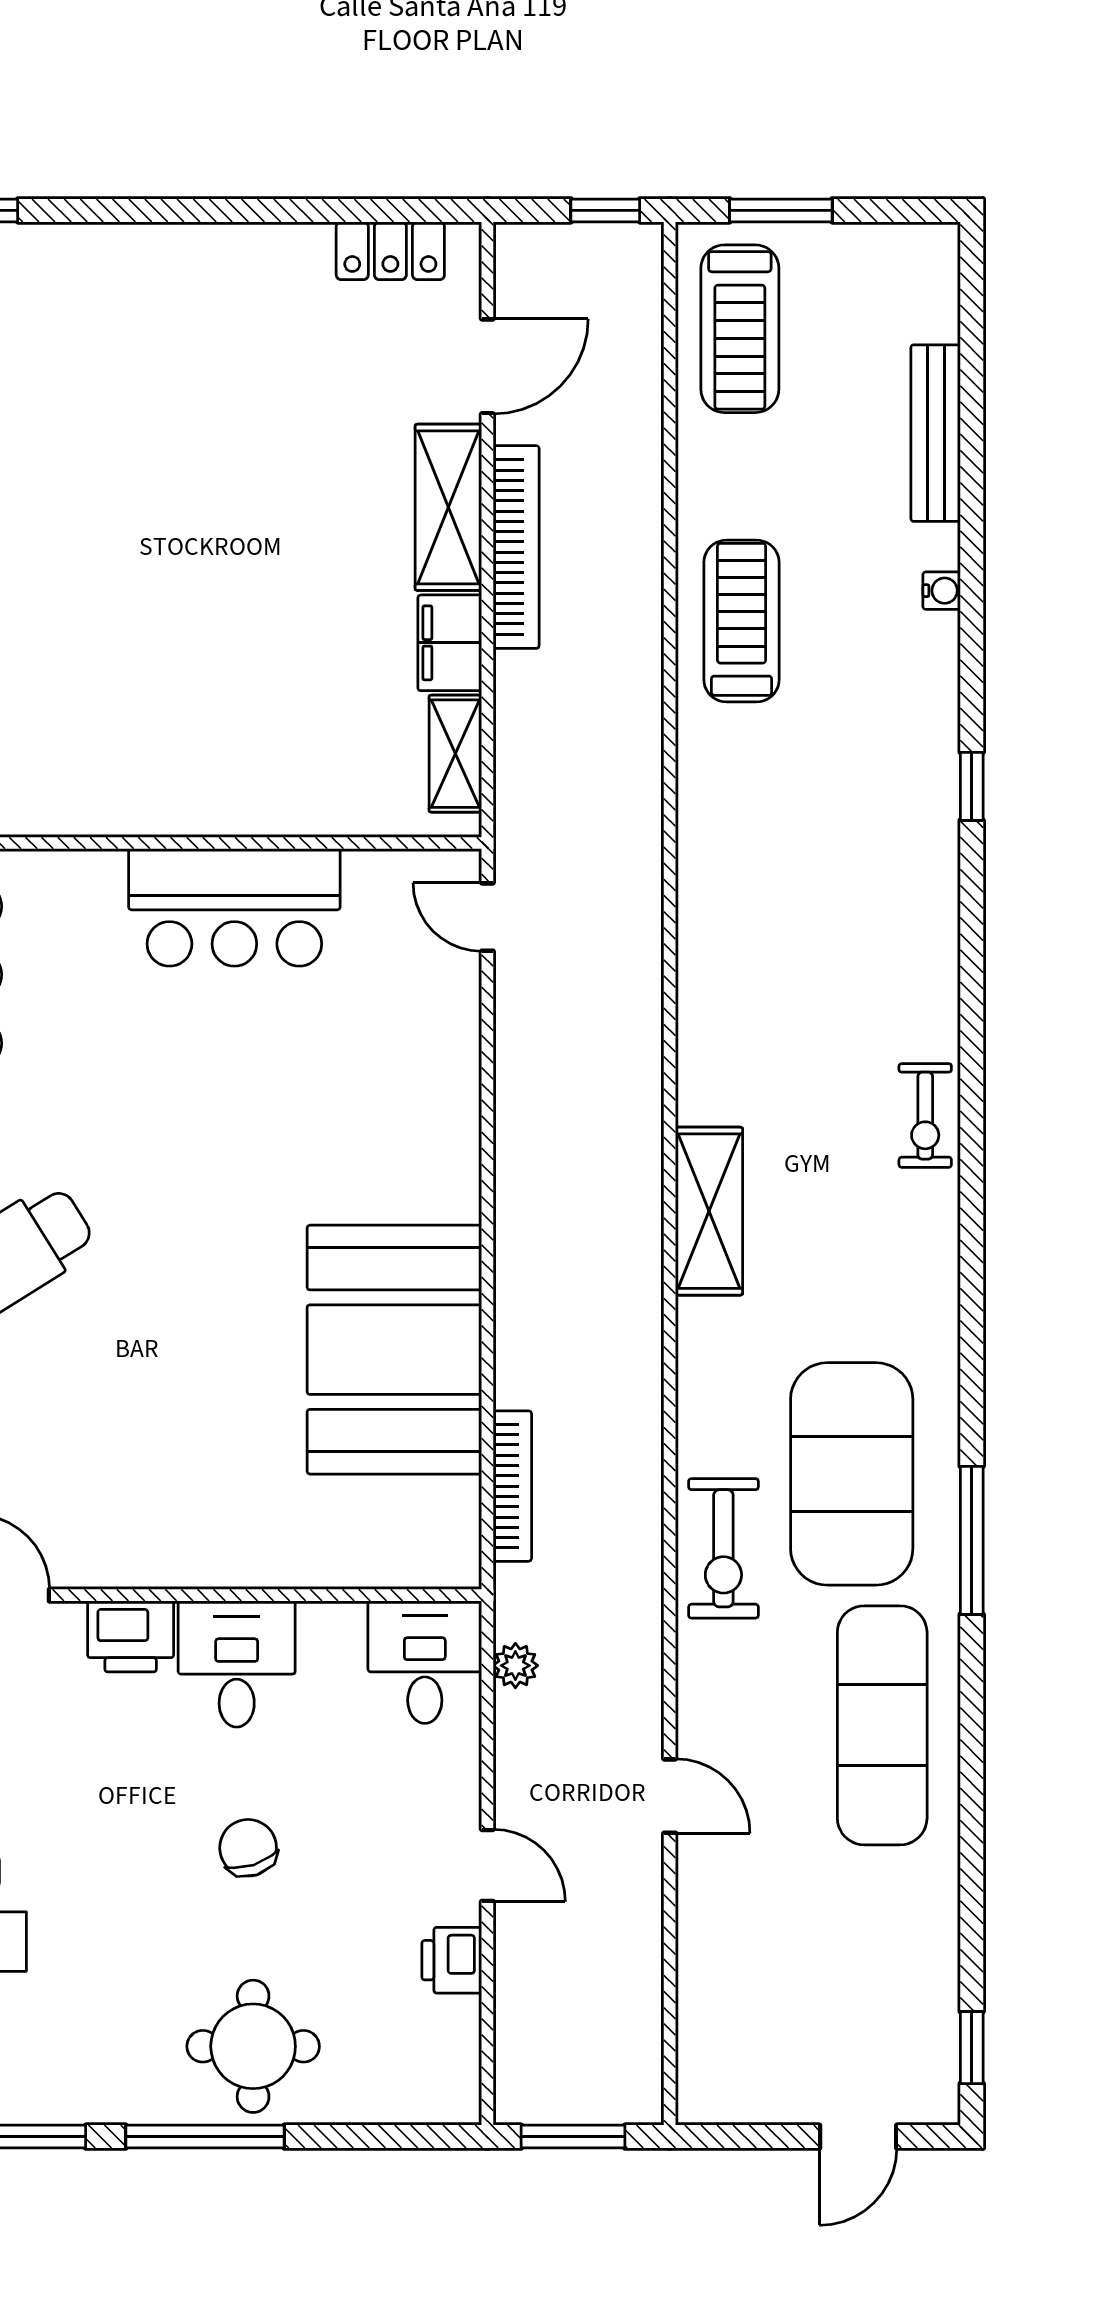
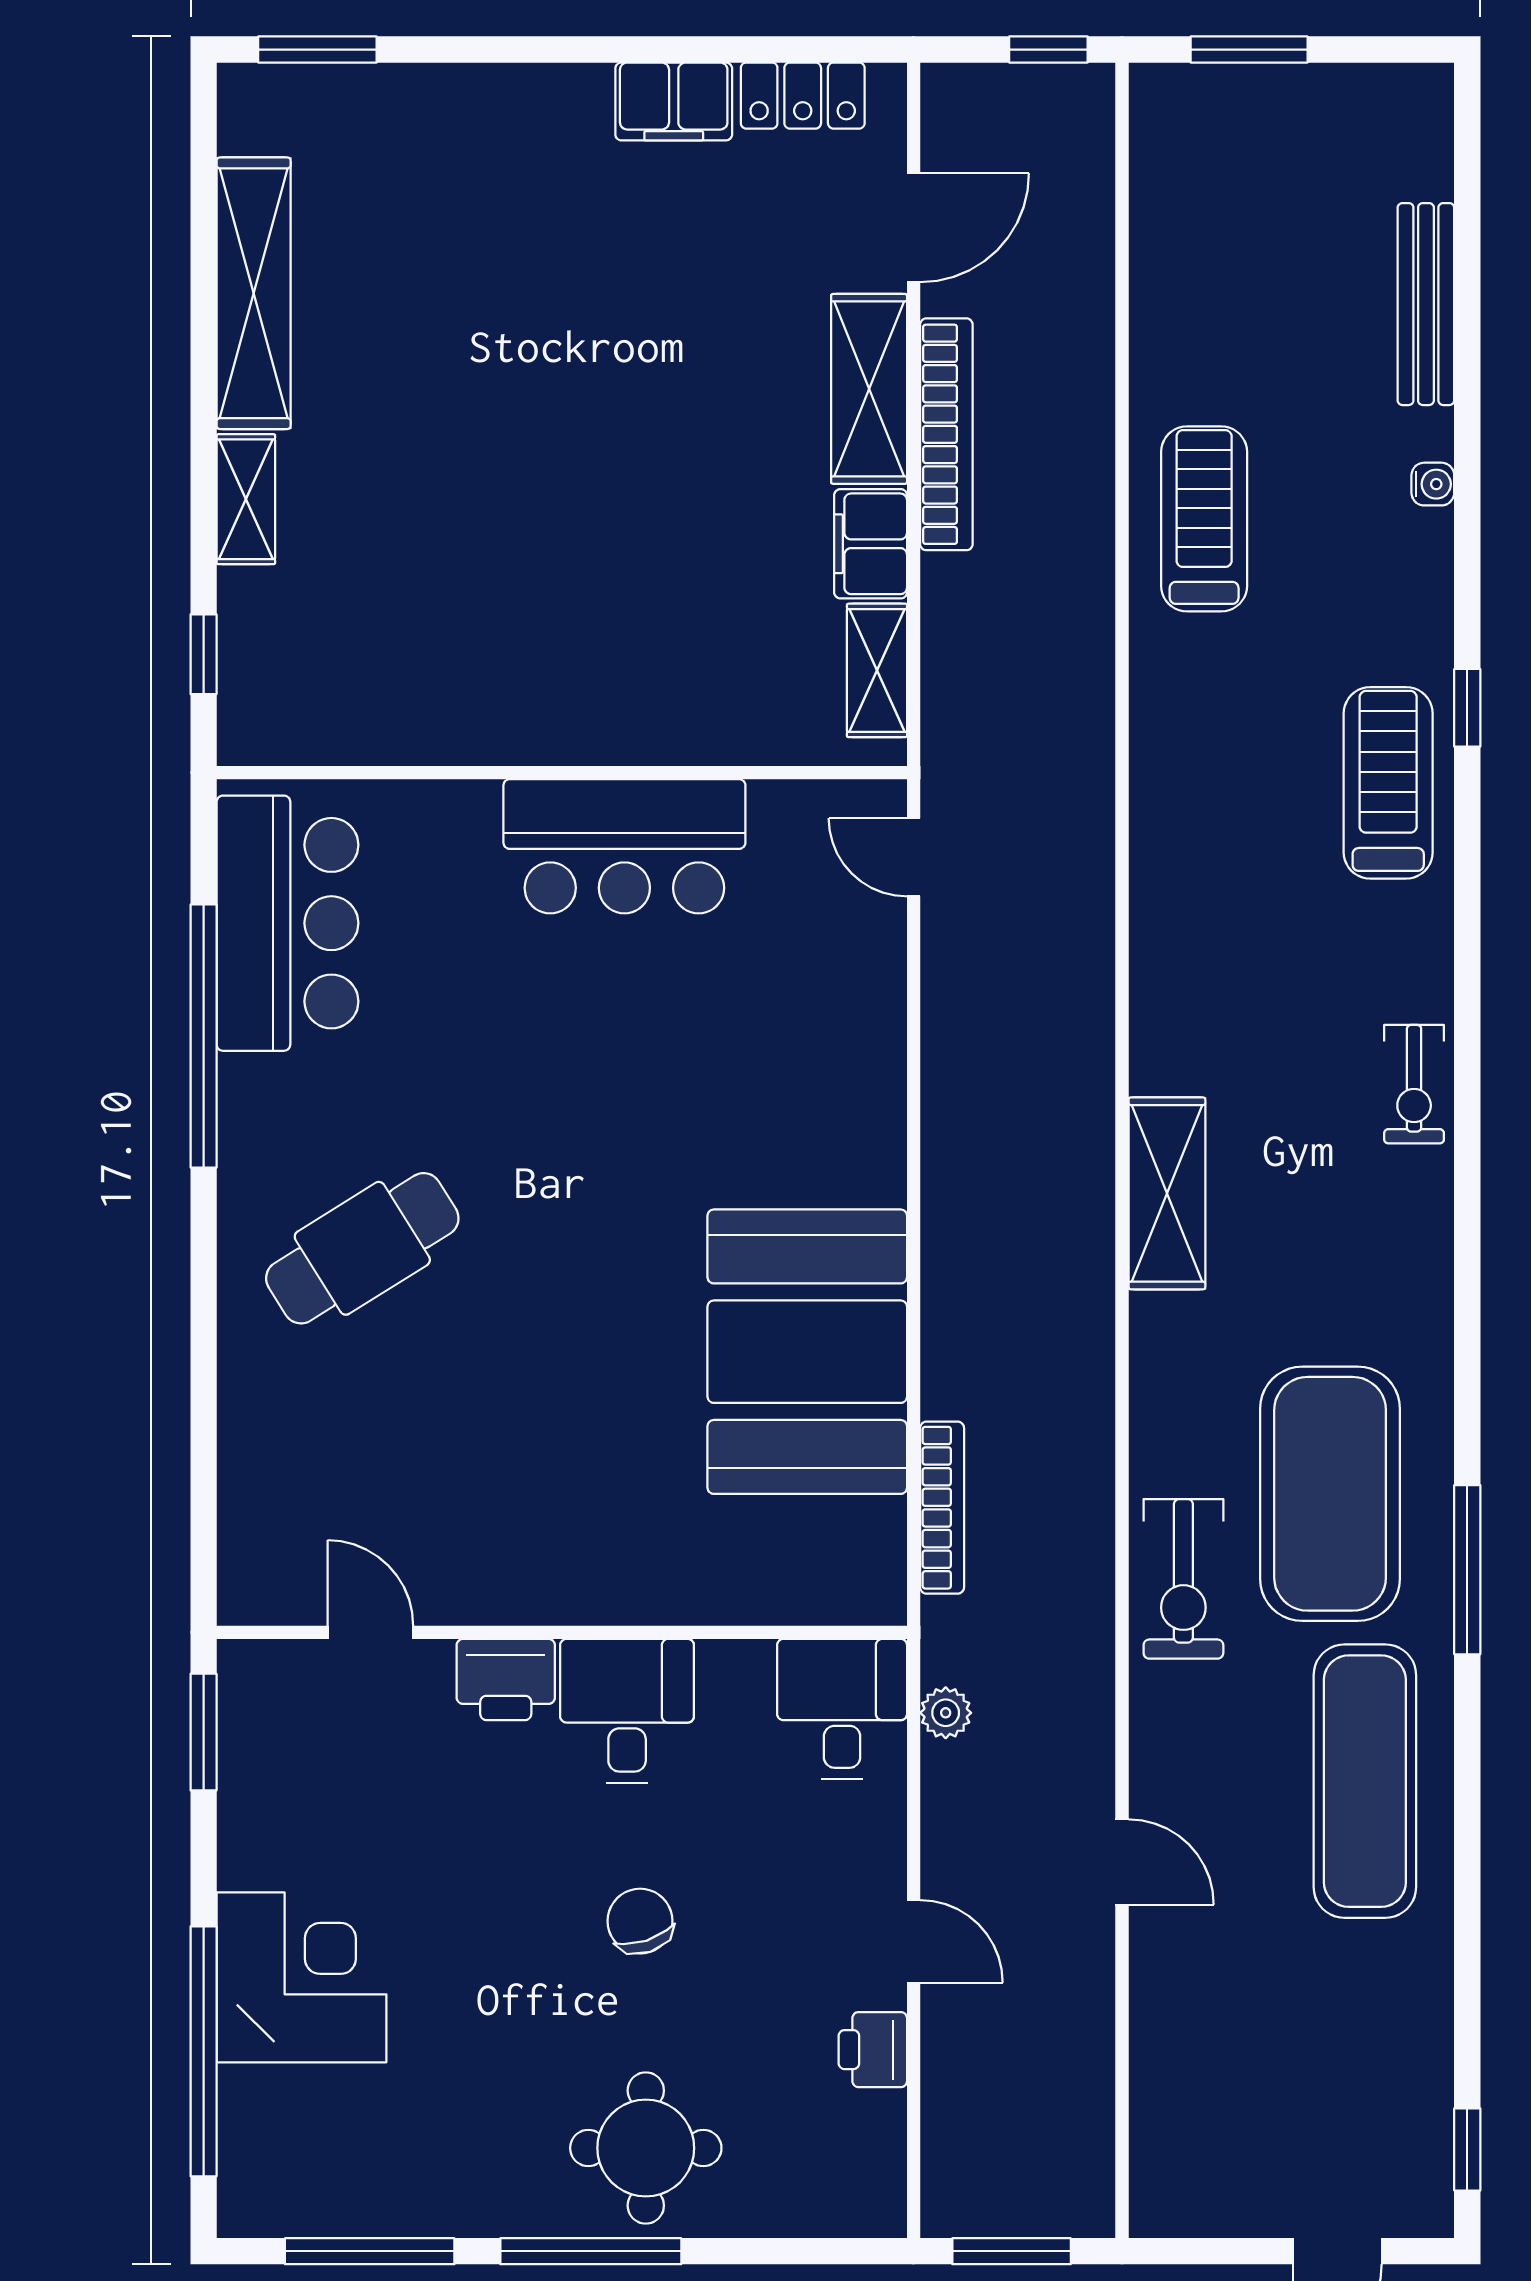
filing cabinet: (278, 256) -> (674, 101), added
treadmill: (740, 329) -> (1388, 783), moved, turned 180

